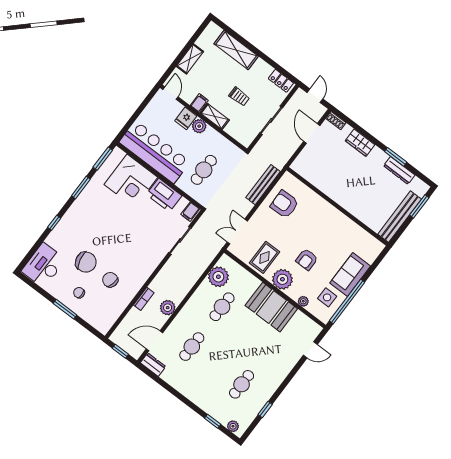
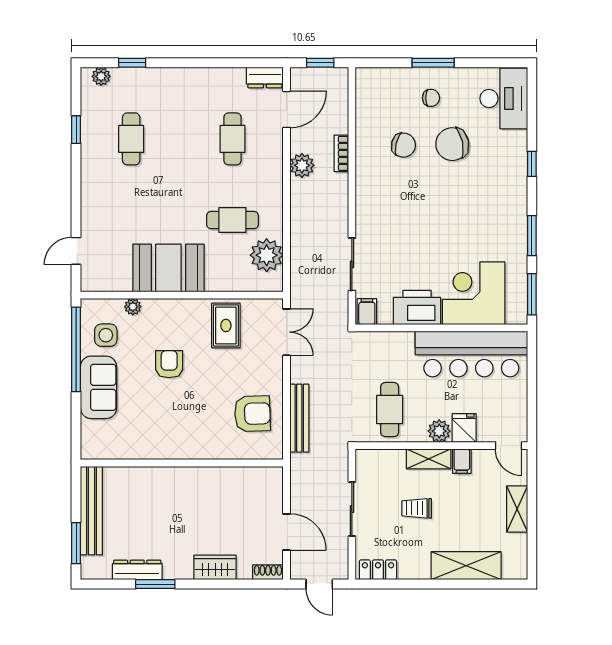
cafe table: (204, 170) -> (390, 410), moved
plant: (282, 279) -> (181, 315), removed
cafe table: (222, 307) -> (232, 220), turned 90

